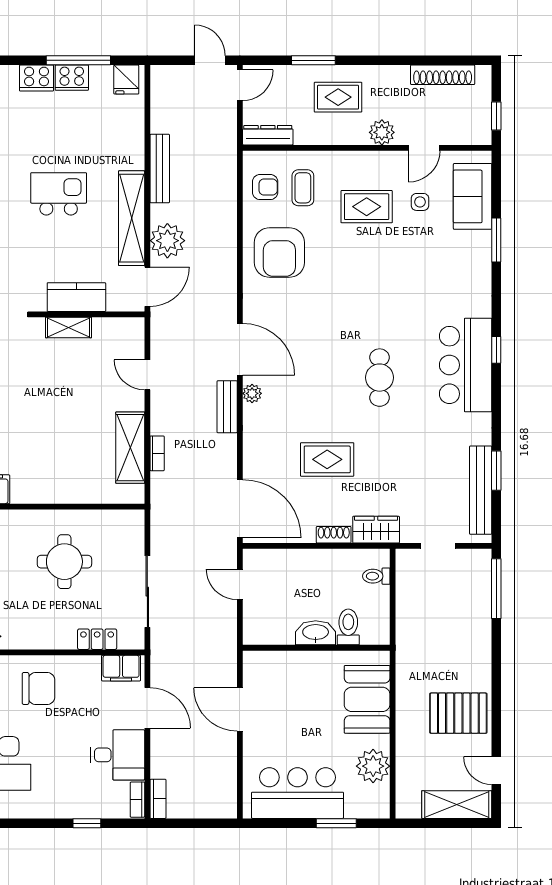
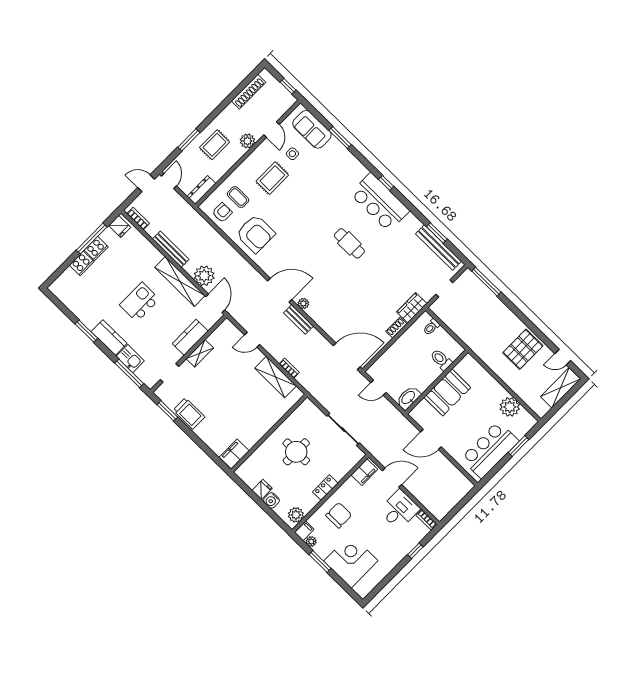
rug: (327, 459) -> (362, 299), removed
washbasin: (316, 633) -> (408, 398), moved
locker: (97, 639) -> (325, 488), moved
booth: (367, 699) -> (447, 392), moved, turned 90
bookcase: (158, 799) -> (138, 219), moved

